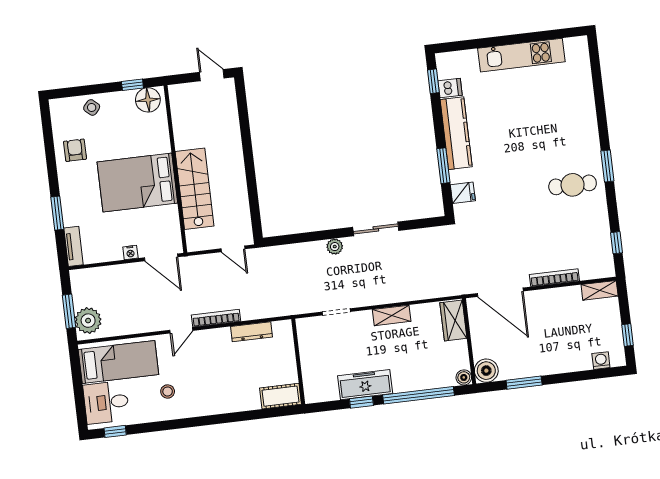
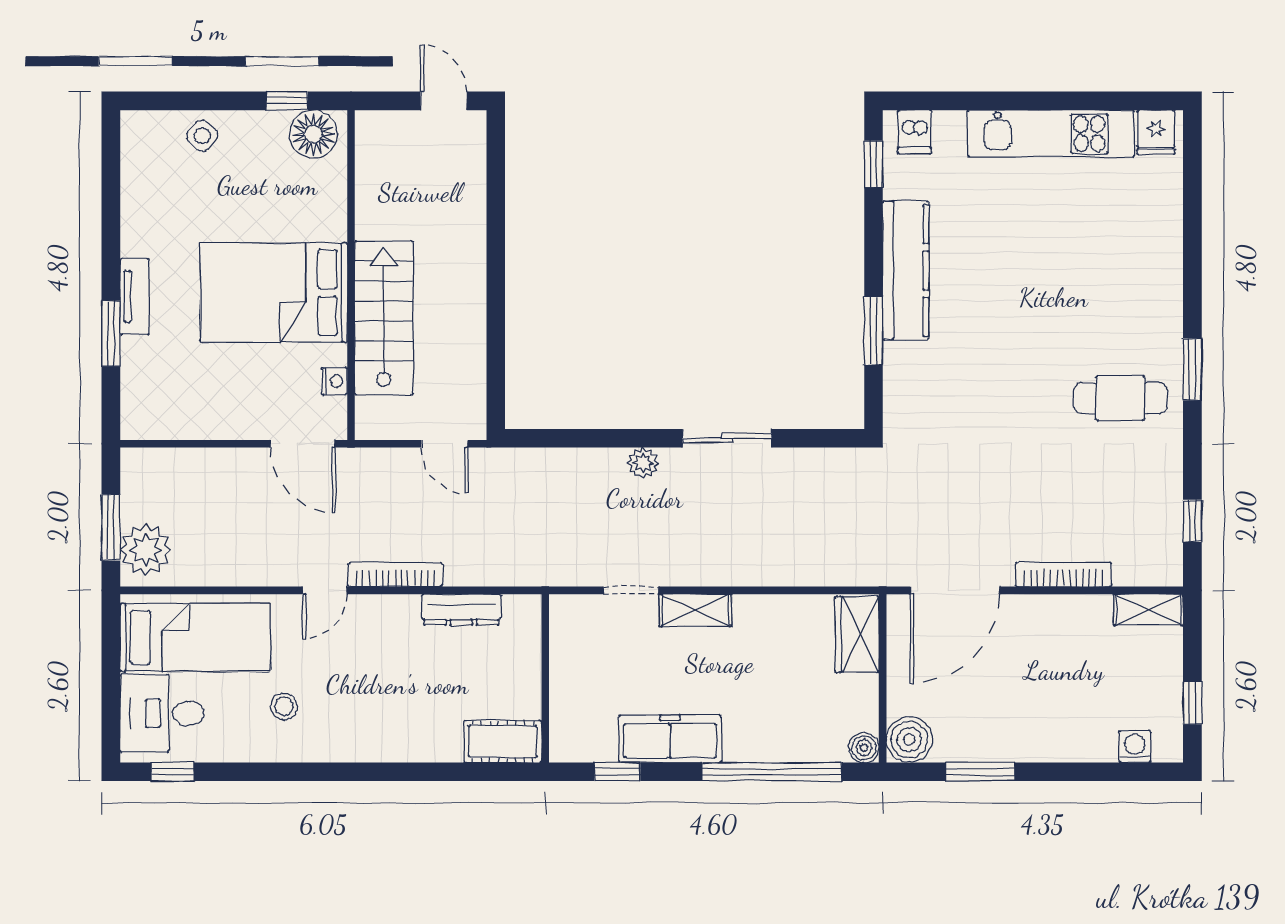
dishwasher: (450, 88) -> (914, 132), moved, turned 90
armchair: (75, 150) -> (160, 215), removed
fridge: (463, 193) -> (1156, 132), moved, turned 90
tv unit: (73, 246) -> (135, 297), moved
nightstand: (130, 253) -> (335, 381), moved, turned -90
door: (500, 292) -> (955, 590), hinge flipped
shelving: (392, 315) -> (695, 610), moved
window: (361, 402) -> (617, 772), moved

